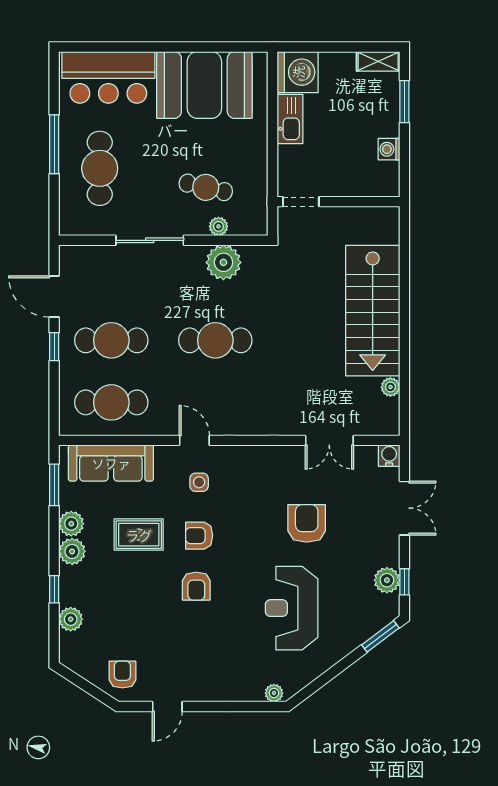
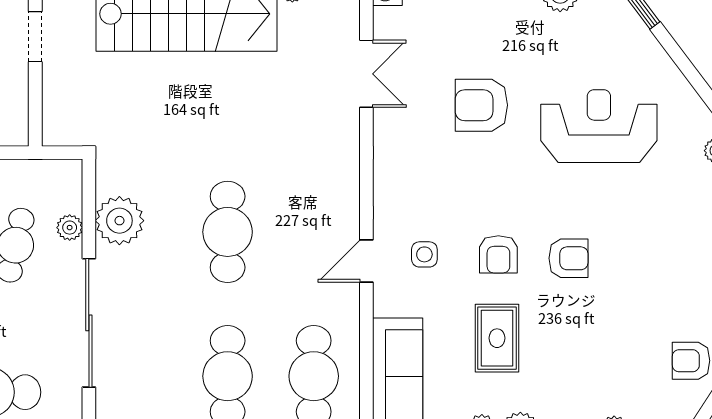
doorway: (301, 202) -> (35, 37), moved
sliding door: (150, 240) -> (89, 323), width x1.36
reception desk: (292, 608) -> (599, 126), turned 180

